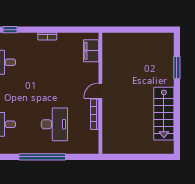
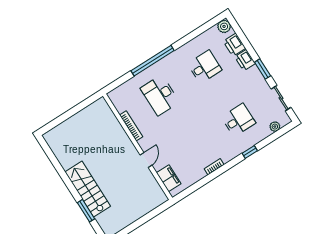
door: (100, 91) -> (146, 160), moved
stairs: (164, 114) -> (88, 189), moved

